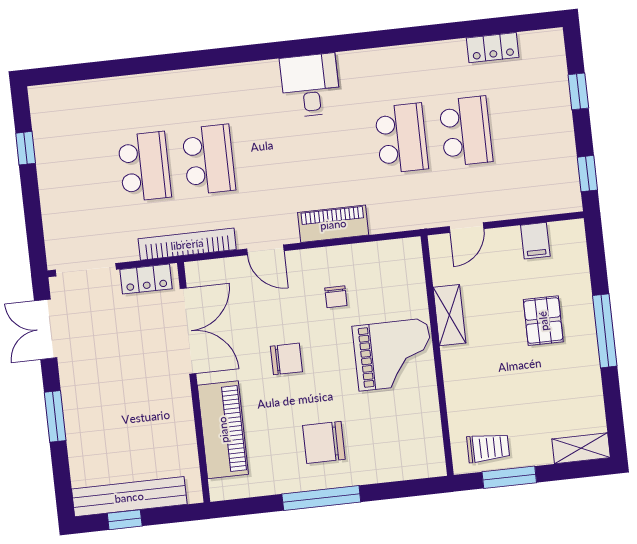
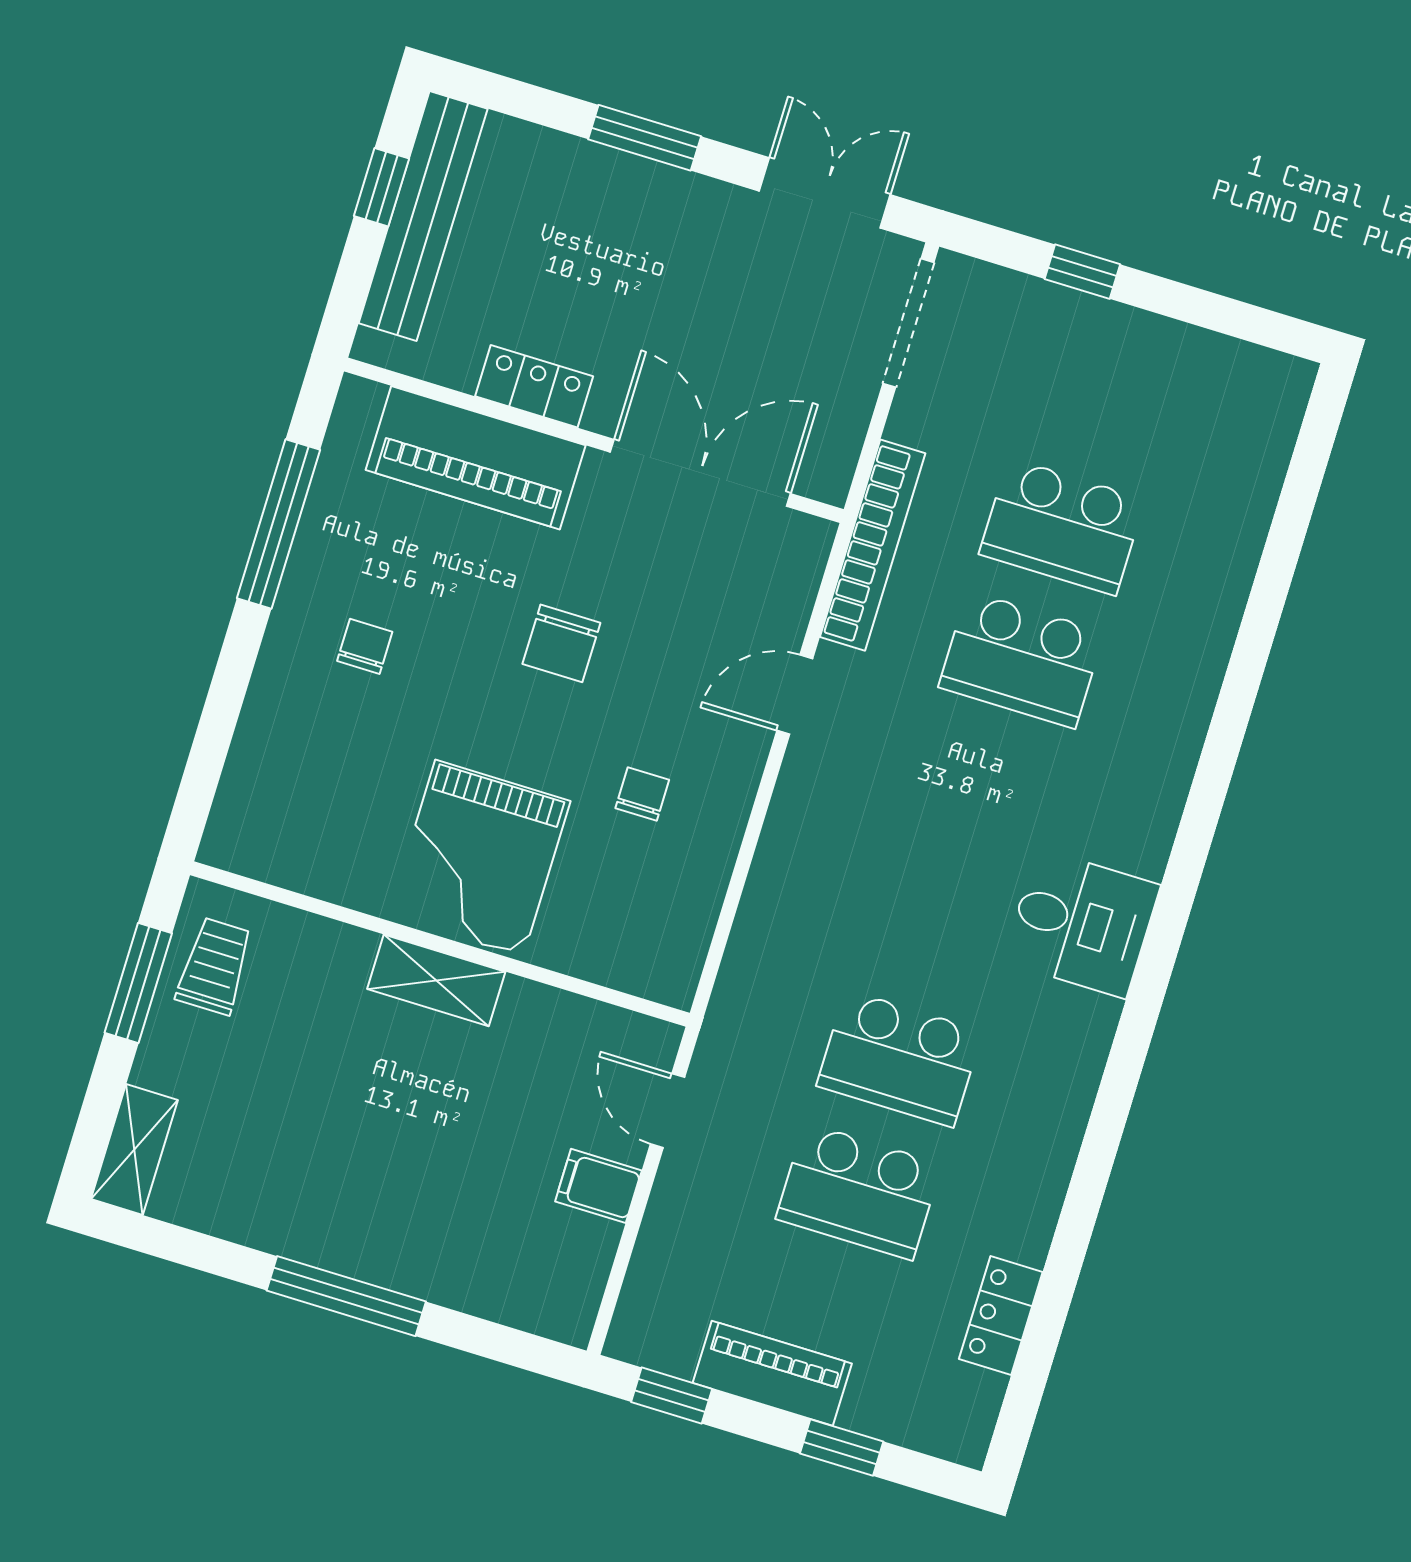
window: (26, 148) -> (1082, 272), moved
piano: (333, 224) -> (772, 1373), moved, turned -90
filing cabinet: (535, 241) -> (598, 1186), moved
locker: (146, 279) -> (534, 386), moved, turned 90
chair: (336, 297) -> (642, 794), turned 90
shelving: (449, 315) -> (436, 980), moved
pallet: (543, 321) -> (419, 1183), removed
double door: (188, 331) -> (700, 473), swing flipped
chair: (324, 442) -> (365, 646), width x0.54, depth x0.54
trolley: (488, 448) -> (215, 966), turned 180
window: (321, 498) -> (278, 524), moved

